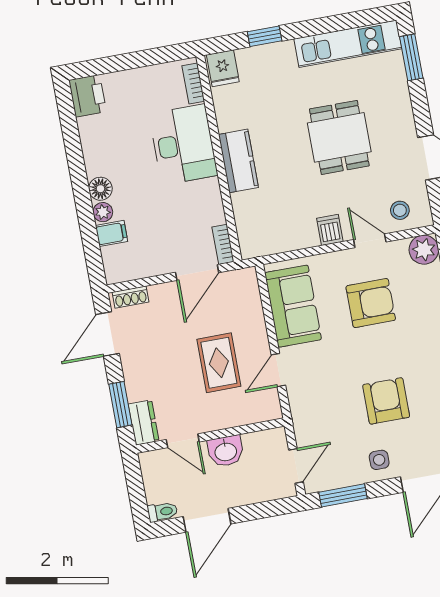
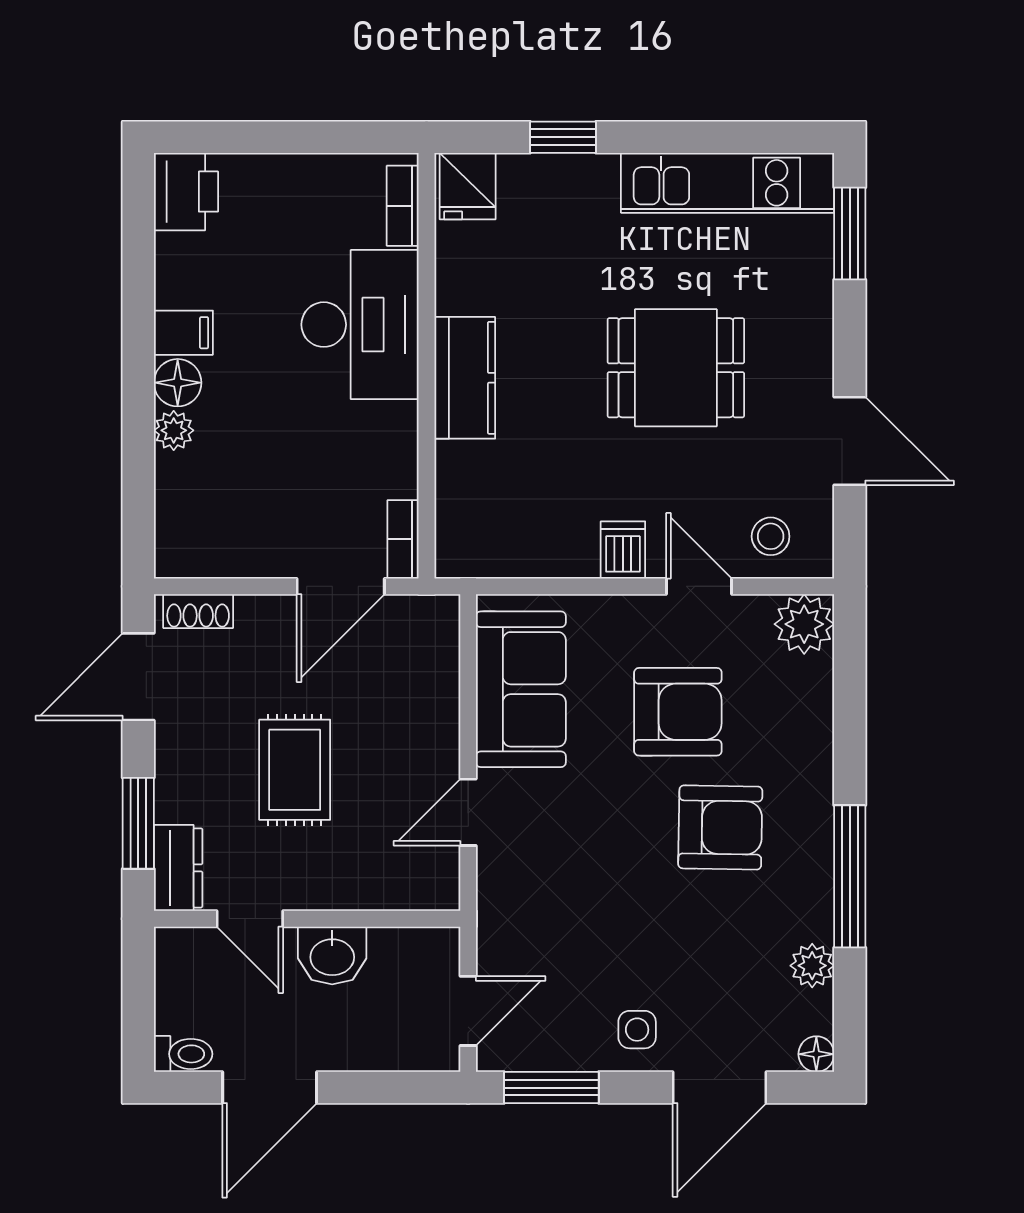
dining table: (339, 137) -> (676, 368), turned 90
filing cabinet: (112, 233) -> (183, 333), moved
rug: (219, 363) -> (295, 770), moved
armchair: (386, 401) -> (720, 827), moved, turned 91

